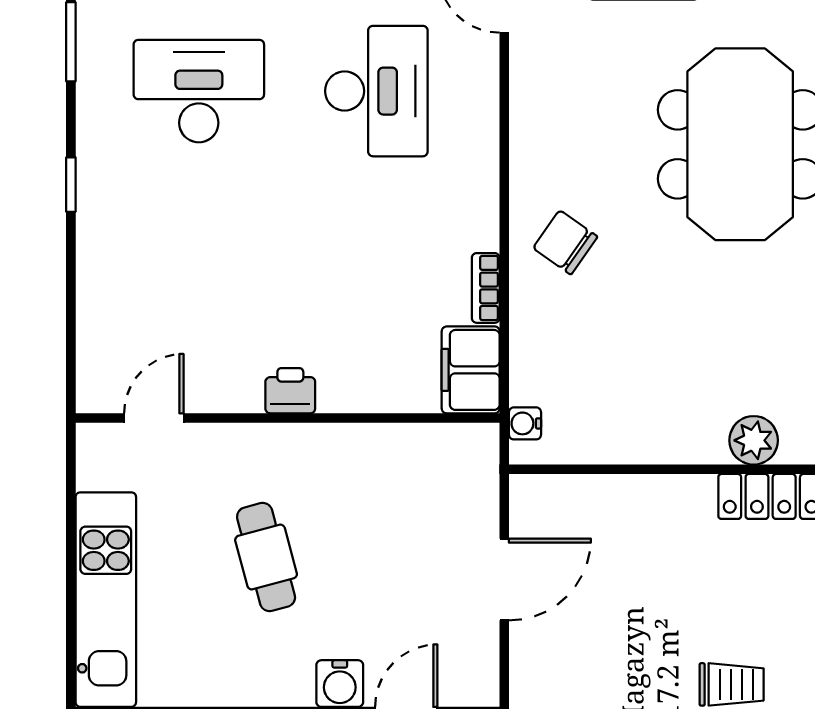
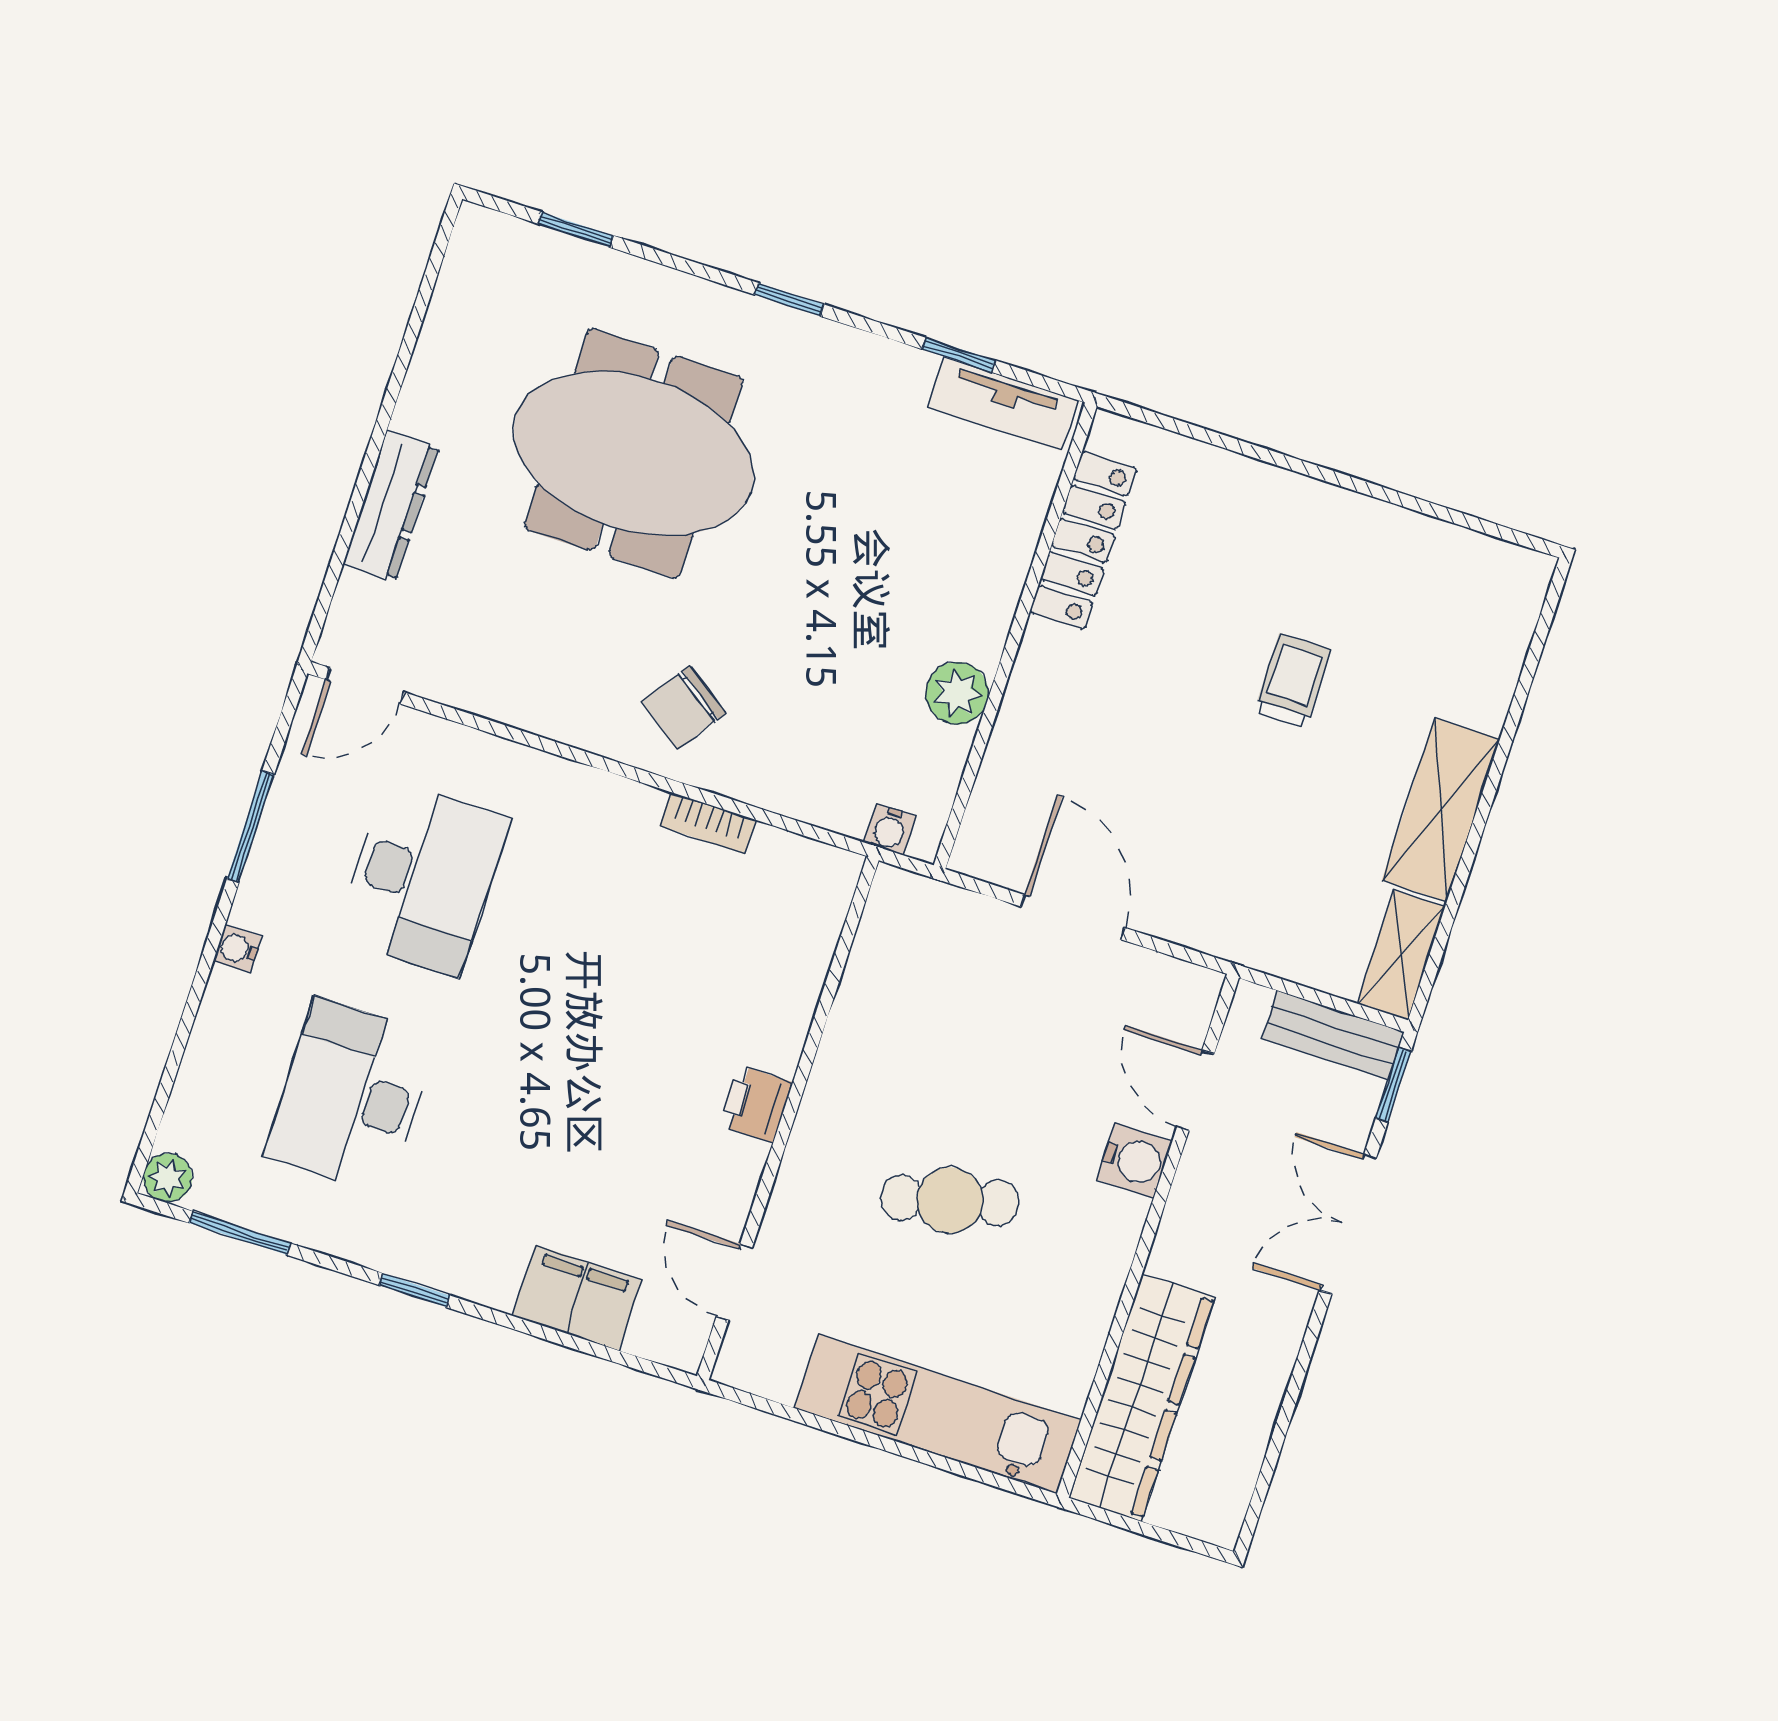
desk: (376, 91) -> (423, 878), turned 90
filing cabinet: (471, 370) -> (577, 1298), moved, turned 180
plant: (754, 440) -> (957, 693), moved

